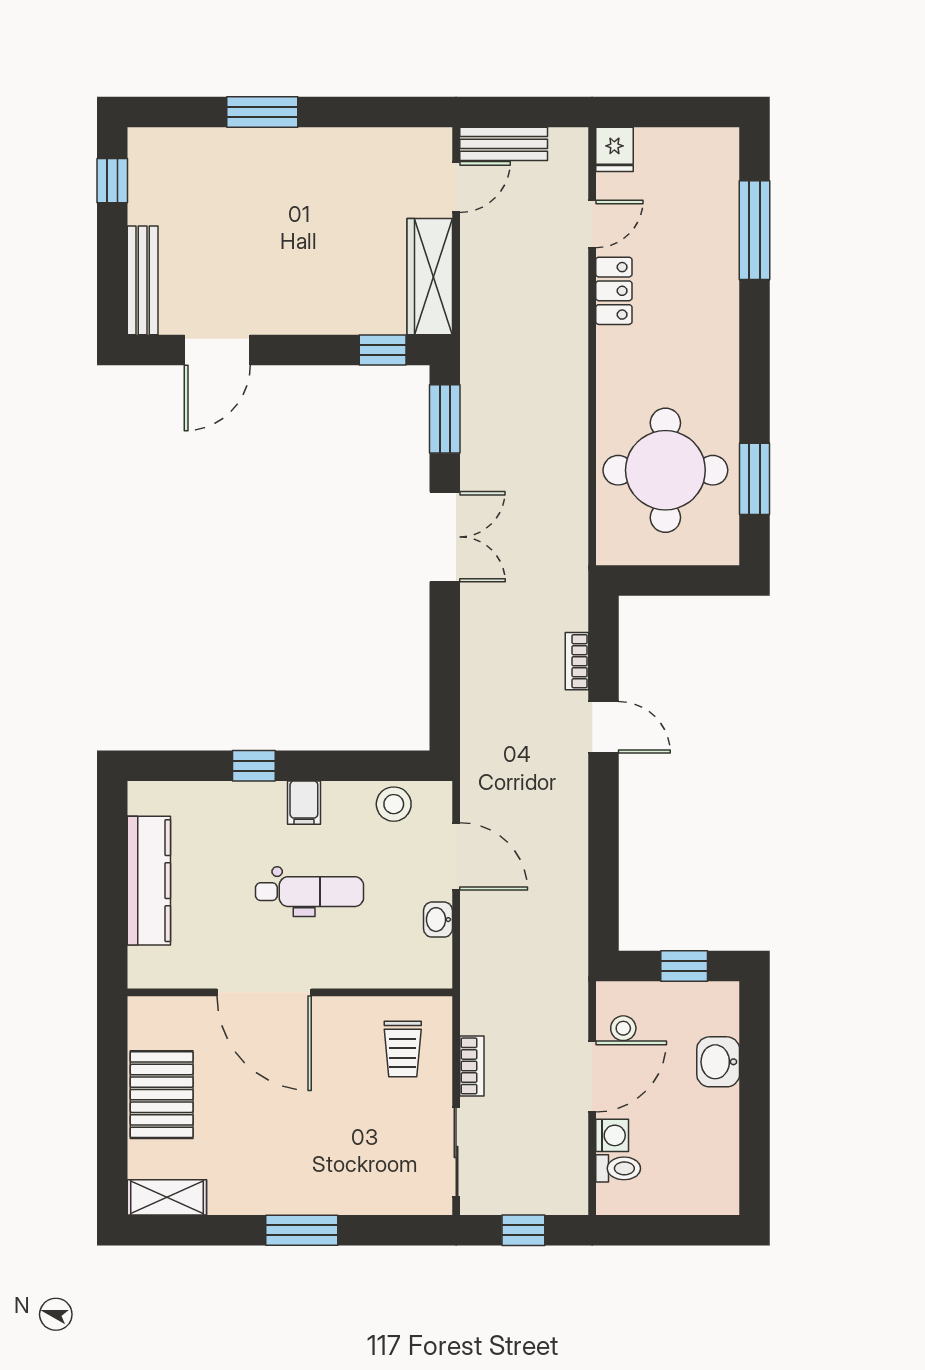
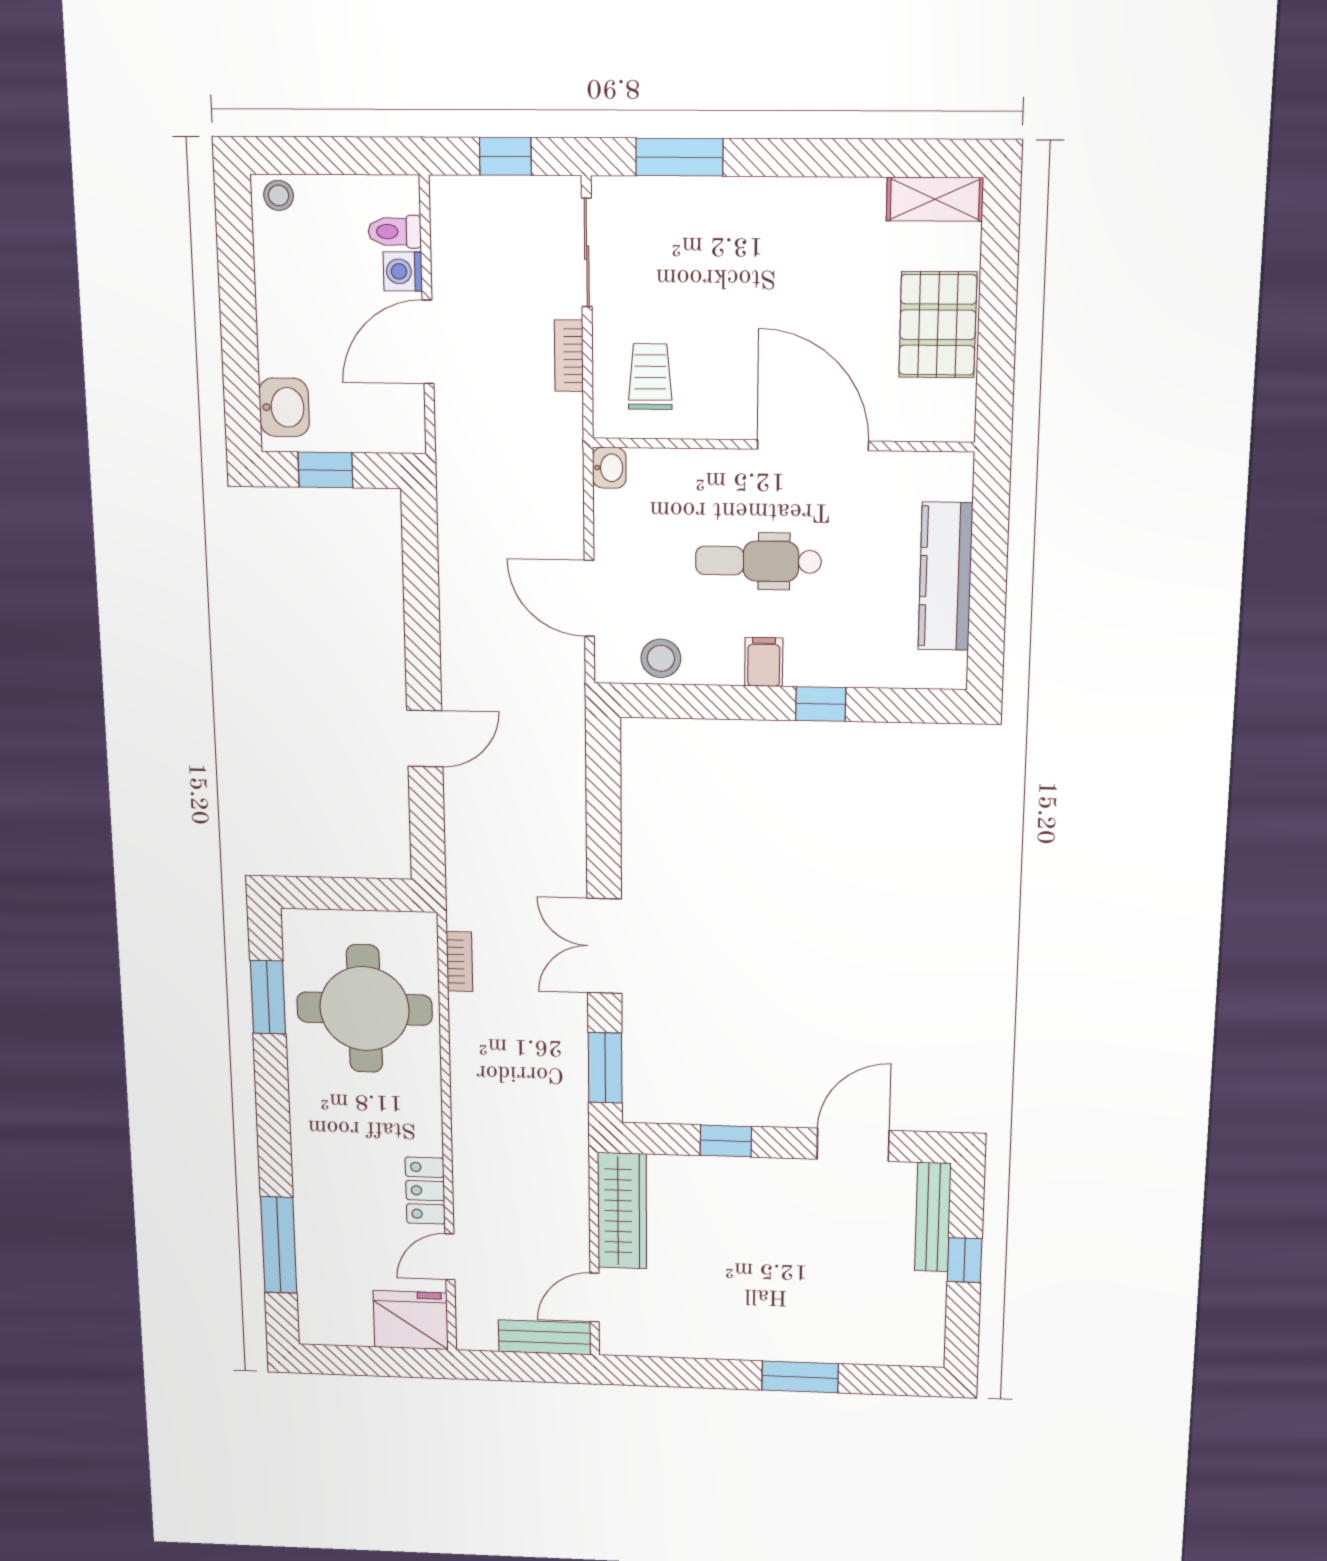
fridge: (614, 149) -> (411, 1320), width x1.88, depth x1.34
window: (112, 181) -> (965, 1260), moved
window: (383, 350) -> (726, 1141), moved
bookcase: (577, 661) -> (460, 962), moved
door: (603, 727) -> (425, 739), swing flipped
washbasin: (438, 920) -> (609, 468), moved
stool: (623, 1028) -> (279, 195), moved
washbasin: (718, 1062) -> (284, 407), moved
window: (302, 1230) -> (679, 157), moved

